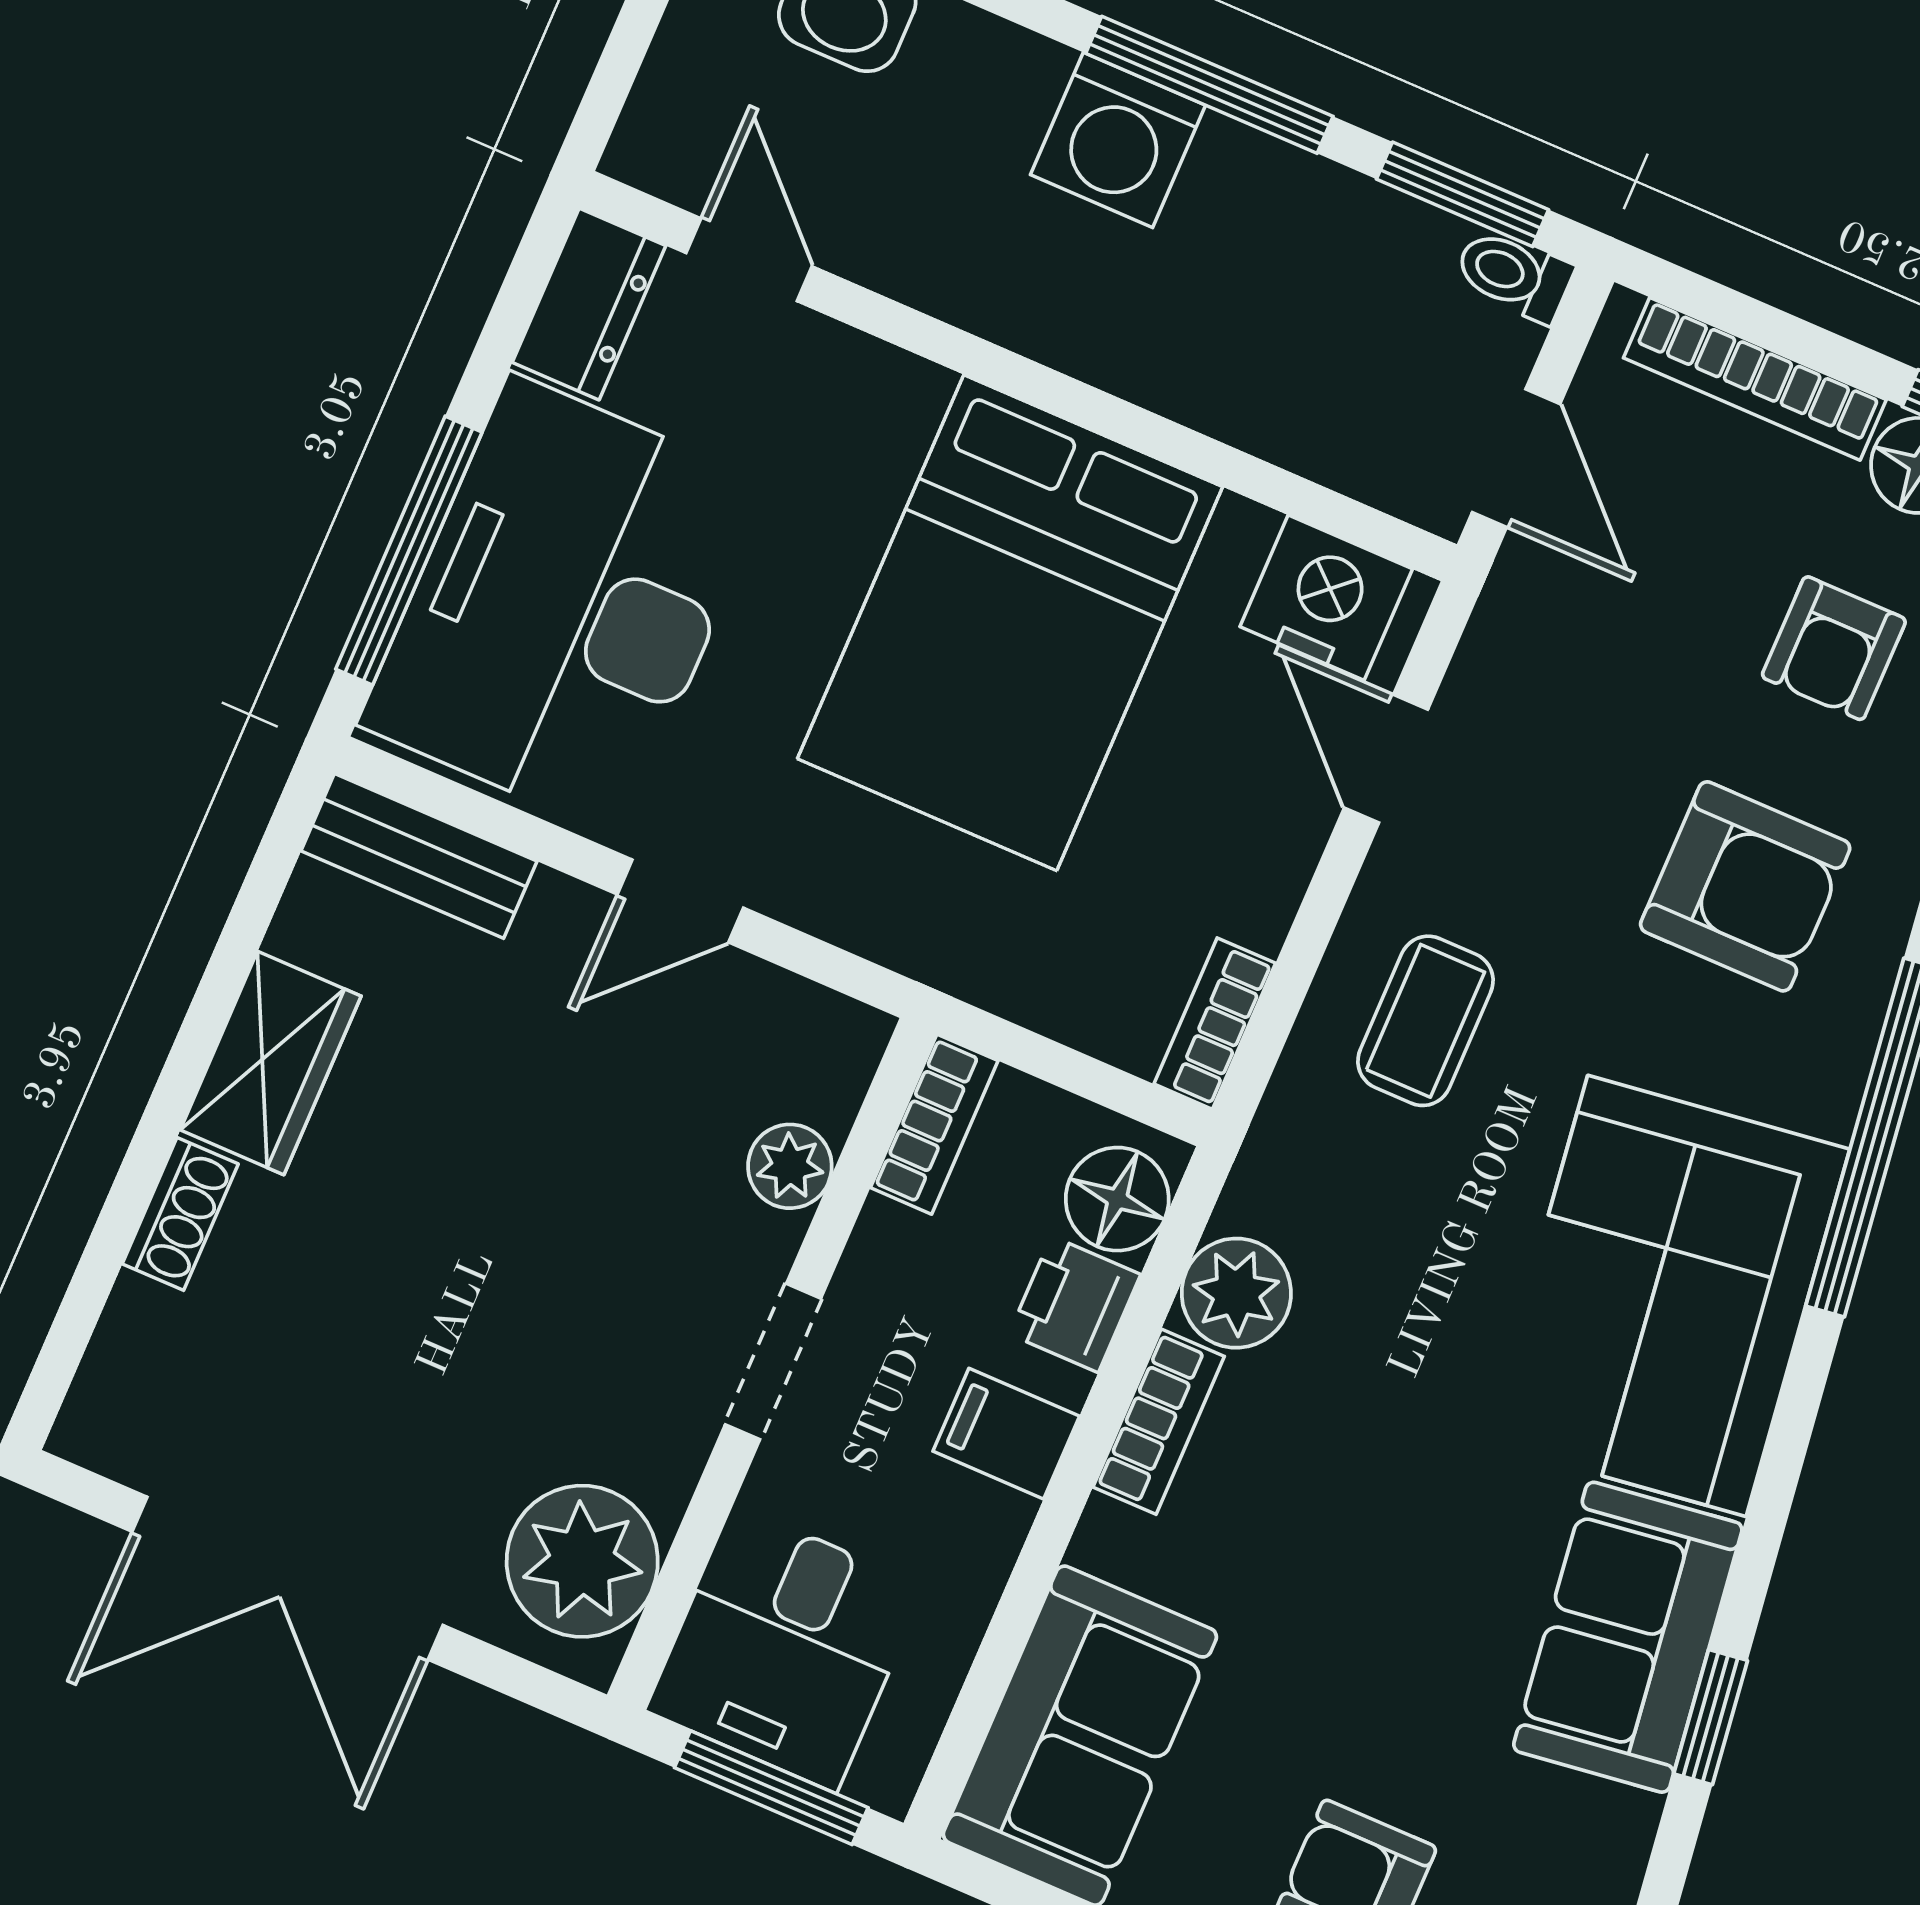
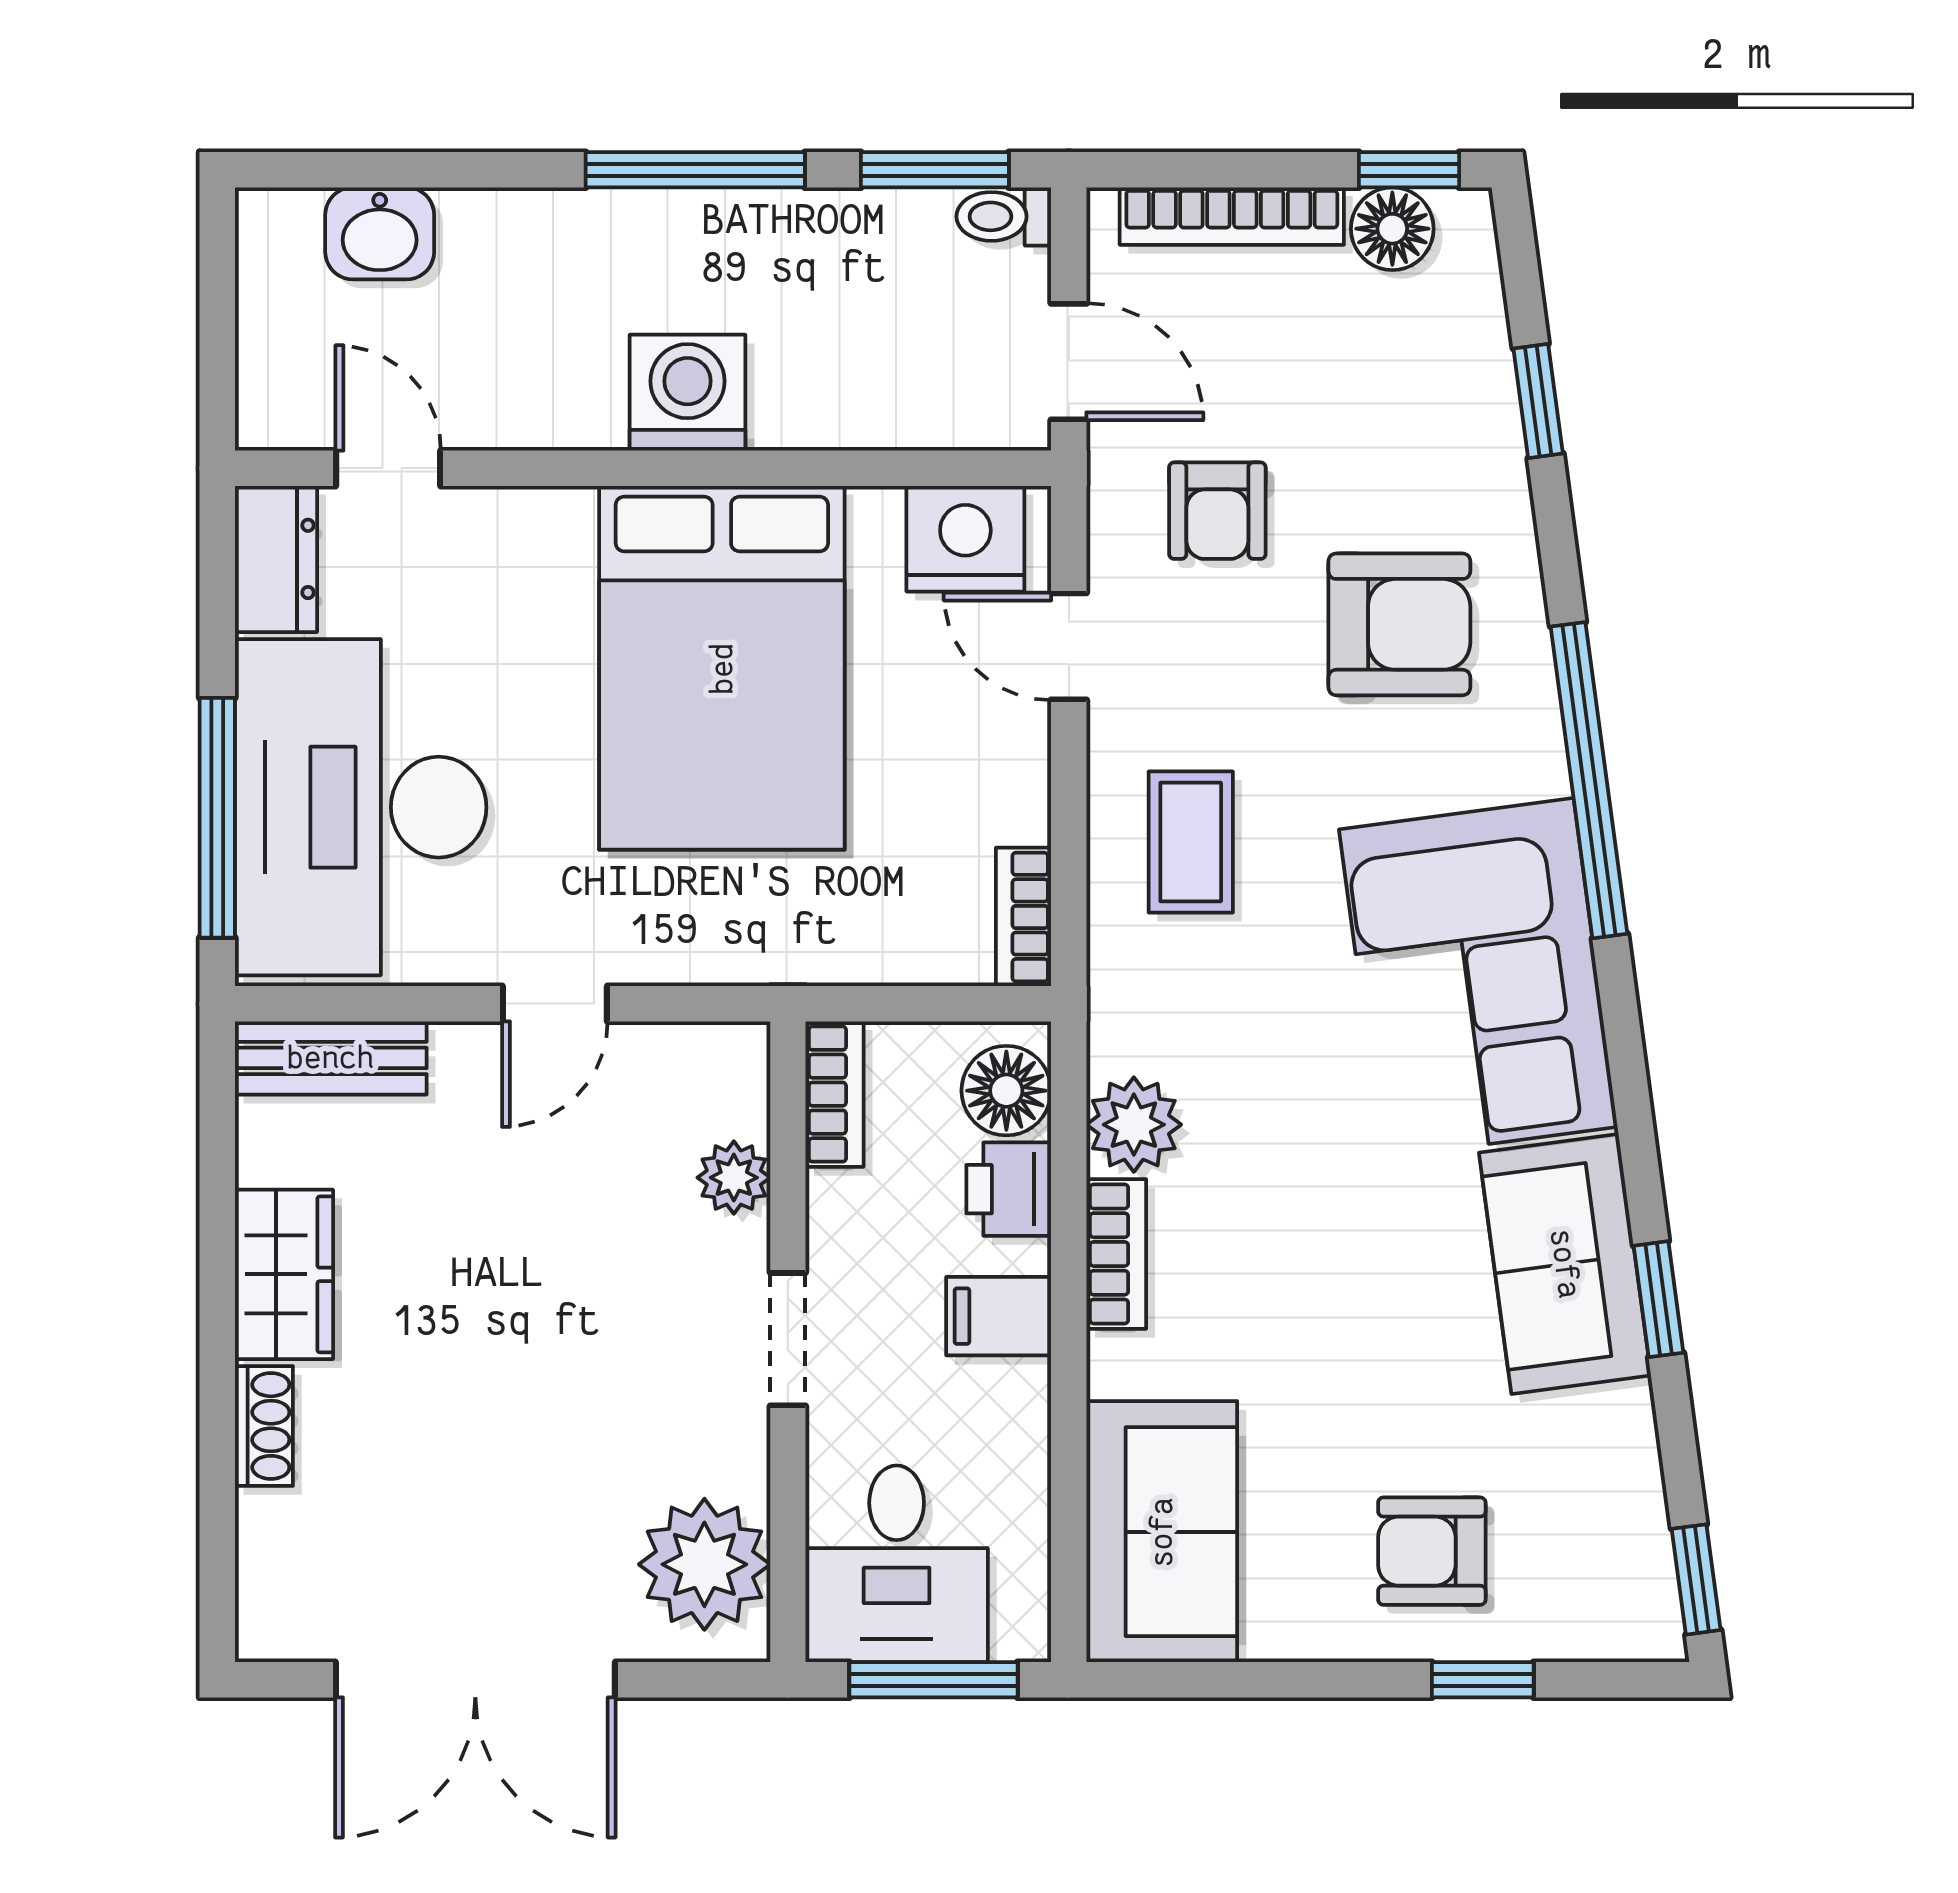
washing machine: (1118, 140) -> (687, 393), moved, turned 180
armchair: (1834, 648) -> (1217, 511), moved

